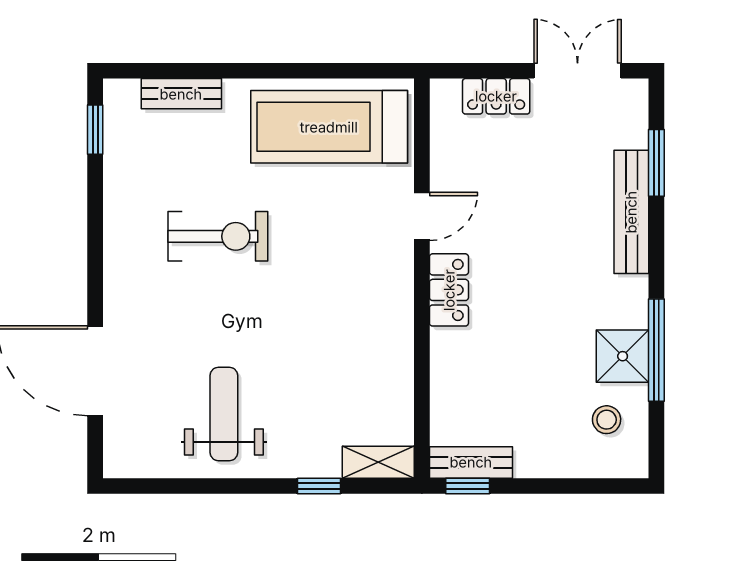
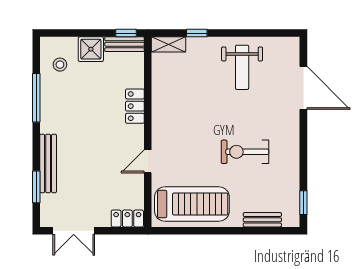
locker: (496, 96) -> (127, 218), moved
locker: (449, 290) -> (135, 106), moved
shower: (623, 356) -> (91, 49), moved

